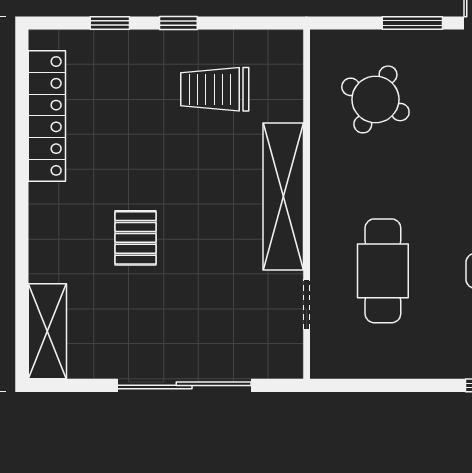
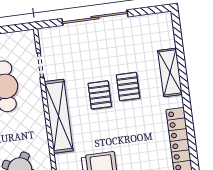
pallet: (195, 228) -> (100, 95), added
shelving: (47, 331) -> (170, 72), moved

